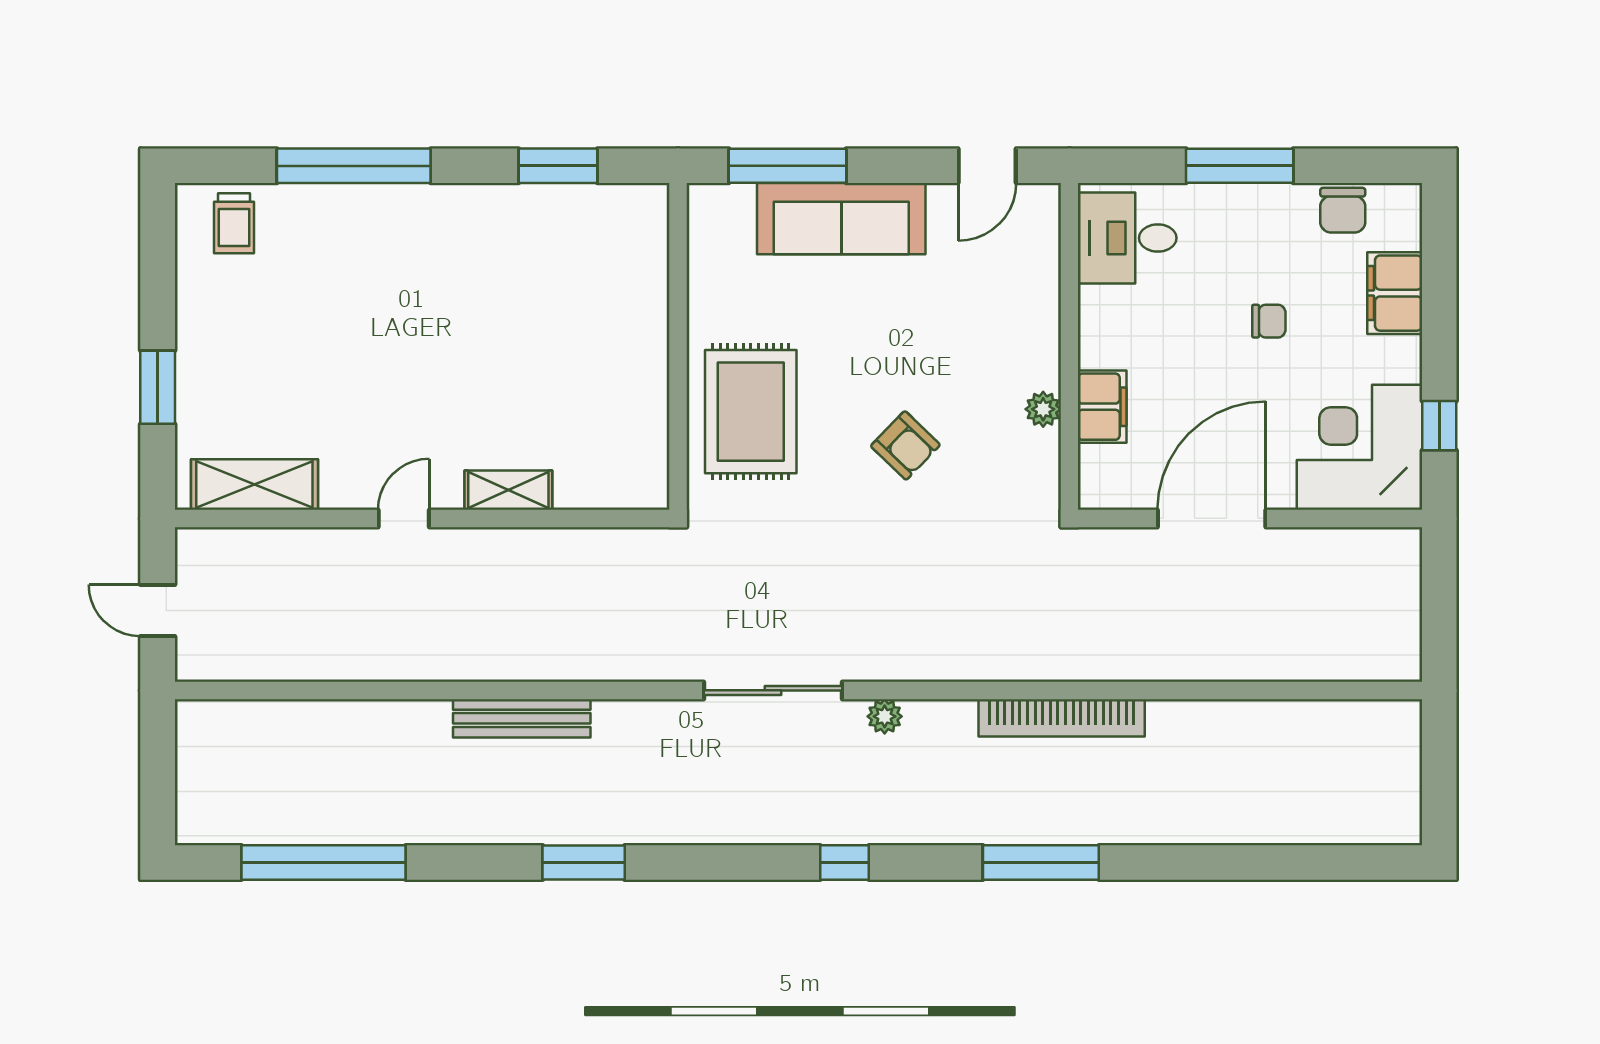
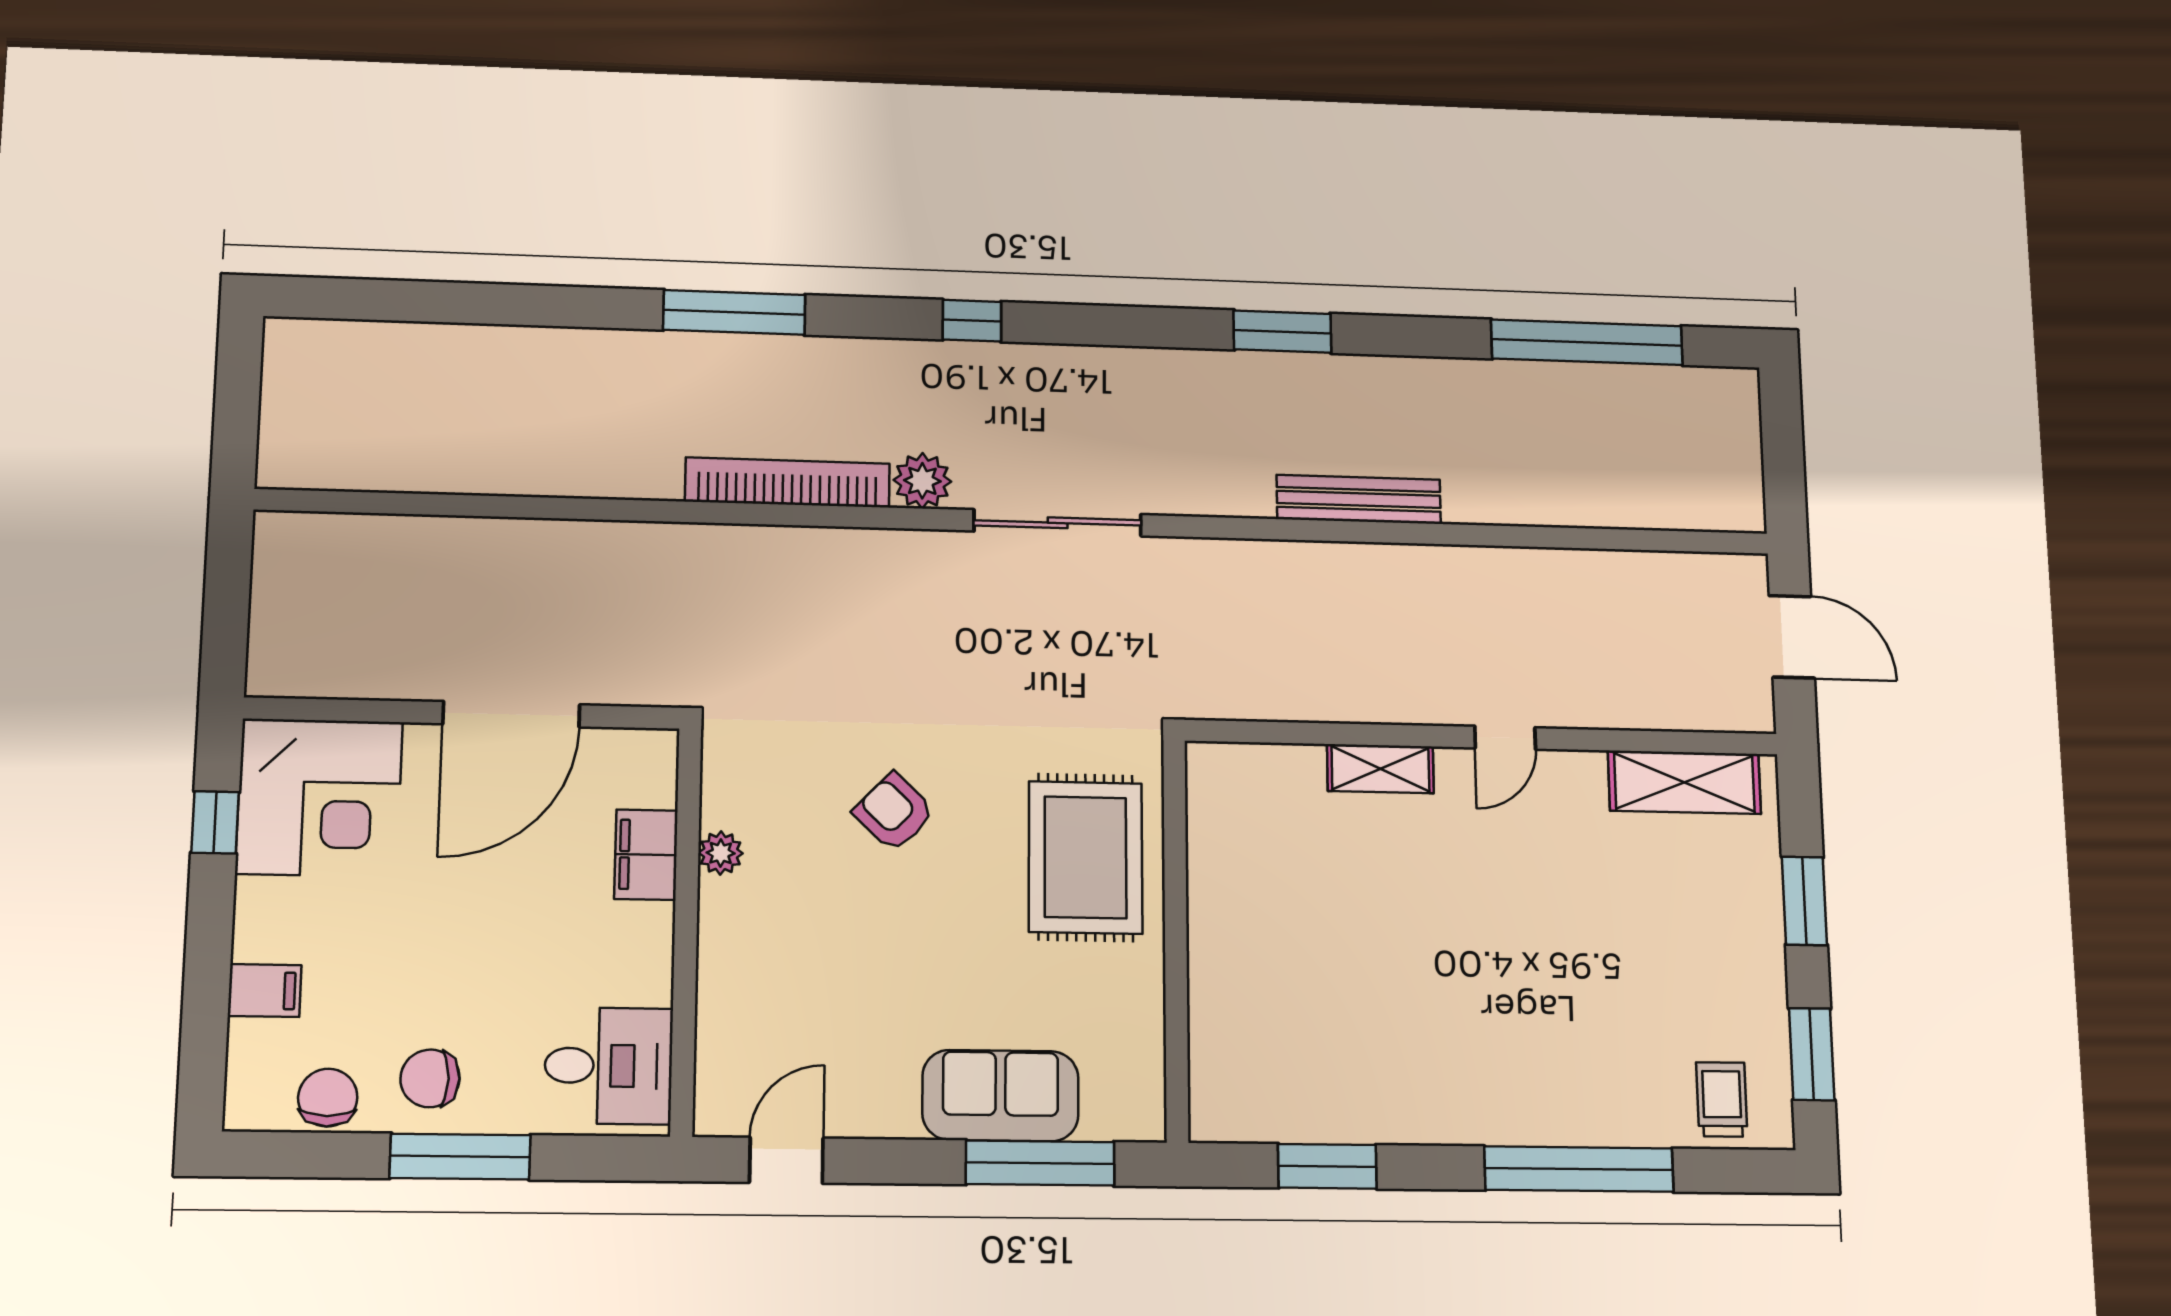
sofa: (841, 219) -> (1001, 1095), width x0.73
window: (158, 261) -> (1812, 1054), added
filing cabinet: (1395, 293) -> (265, 991), width x0.50
chair: (1269, 321) -> (430, 1078), moved, width x1.37, depth x1.37
door: (158, 611) -> (1792, 637), width x1.38
plant: (885, 716) -> (922, 481), width x1.38, depth x1.38
bookcase: (1062, 718) -> (788, 483), moved

